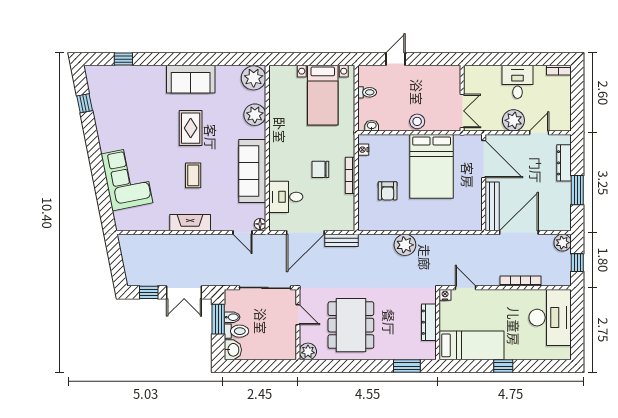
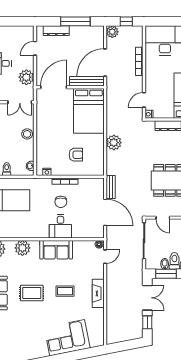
double door: (462, 111) -> (20, 102), swing flipped
plant: (513, 120) -> (26, 77), moved
door: (539, 133) -> (35, 48), hinge flipped
bed: (432, 166) -> (89, 111), moved, turned 90
sofa: (252, 171) -> (56, 250), width x0.73
window: (577, 190) -> (75, 21), width x1.44
desk: (286, 197) -> (60, 226), moved
door: (519, 233) -> (105, 62), hinge flipped
door: (298, 315) -> (163, 218), swing flipped

